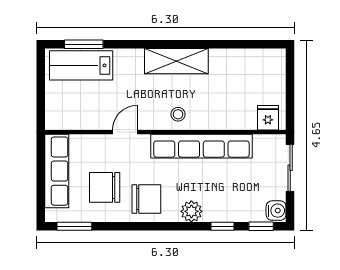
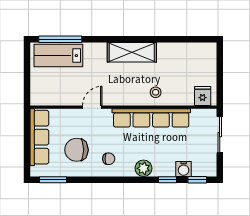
window: (84, 44) -> (60, 39), width x1.44
stool: (178, 114) -> (156, 92), moved
chair: (146, 199) -> (109, 159), width x0.54, depth x0.54
water cooler: (276, 211) -> (184, 169), moved, turned 90

